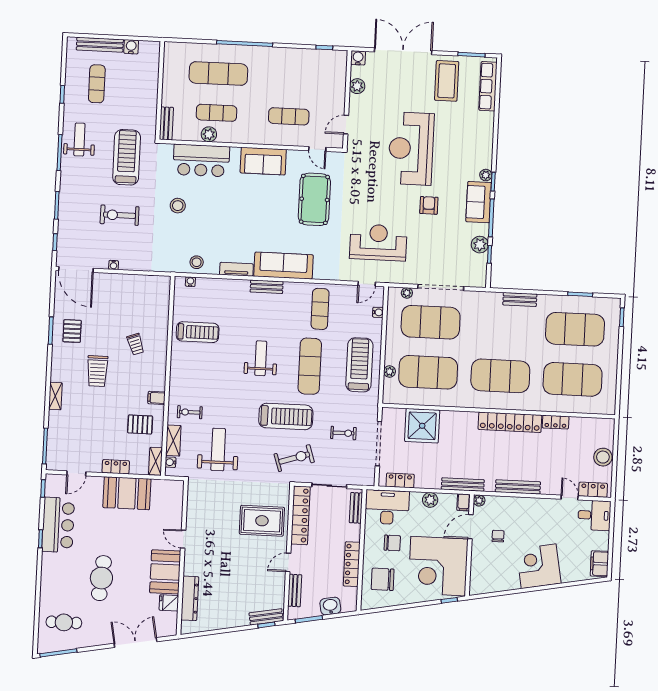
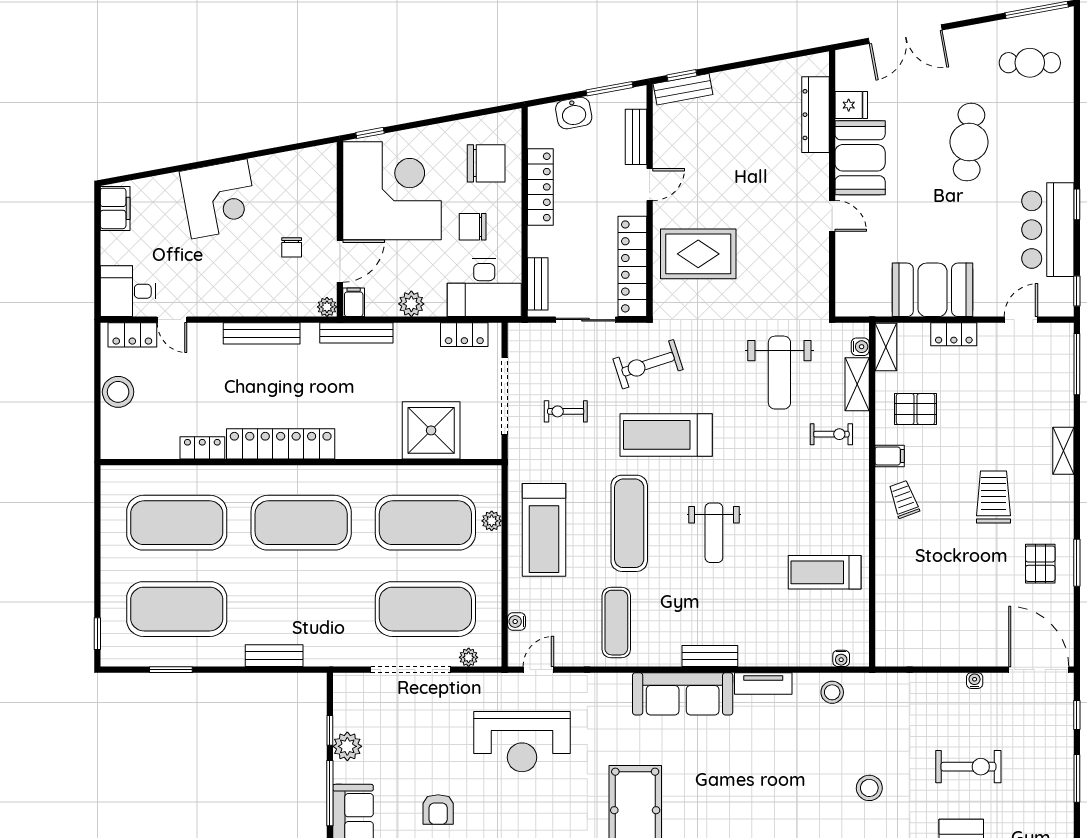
trolley: (136, 344) -> (904, 499), moved

